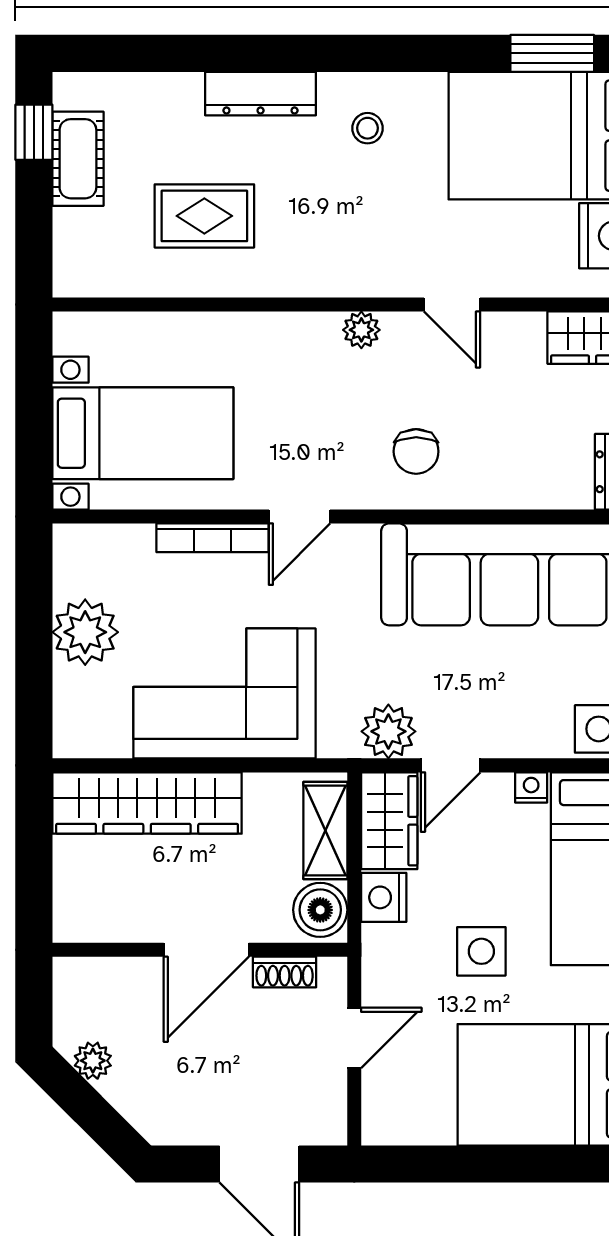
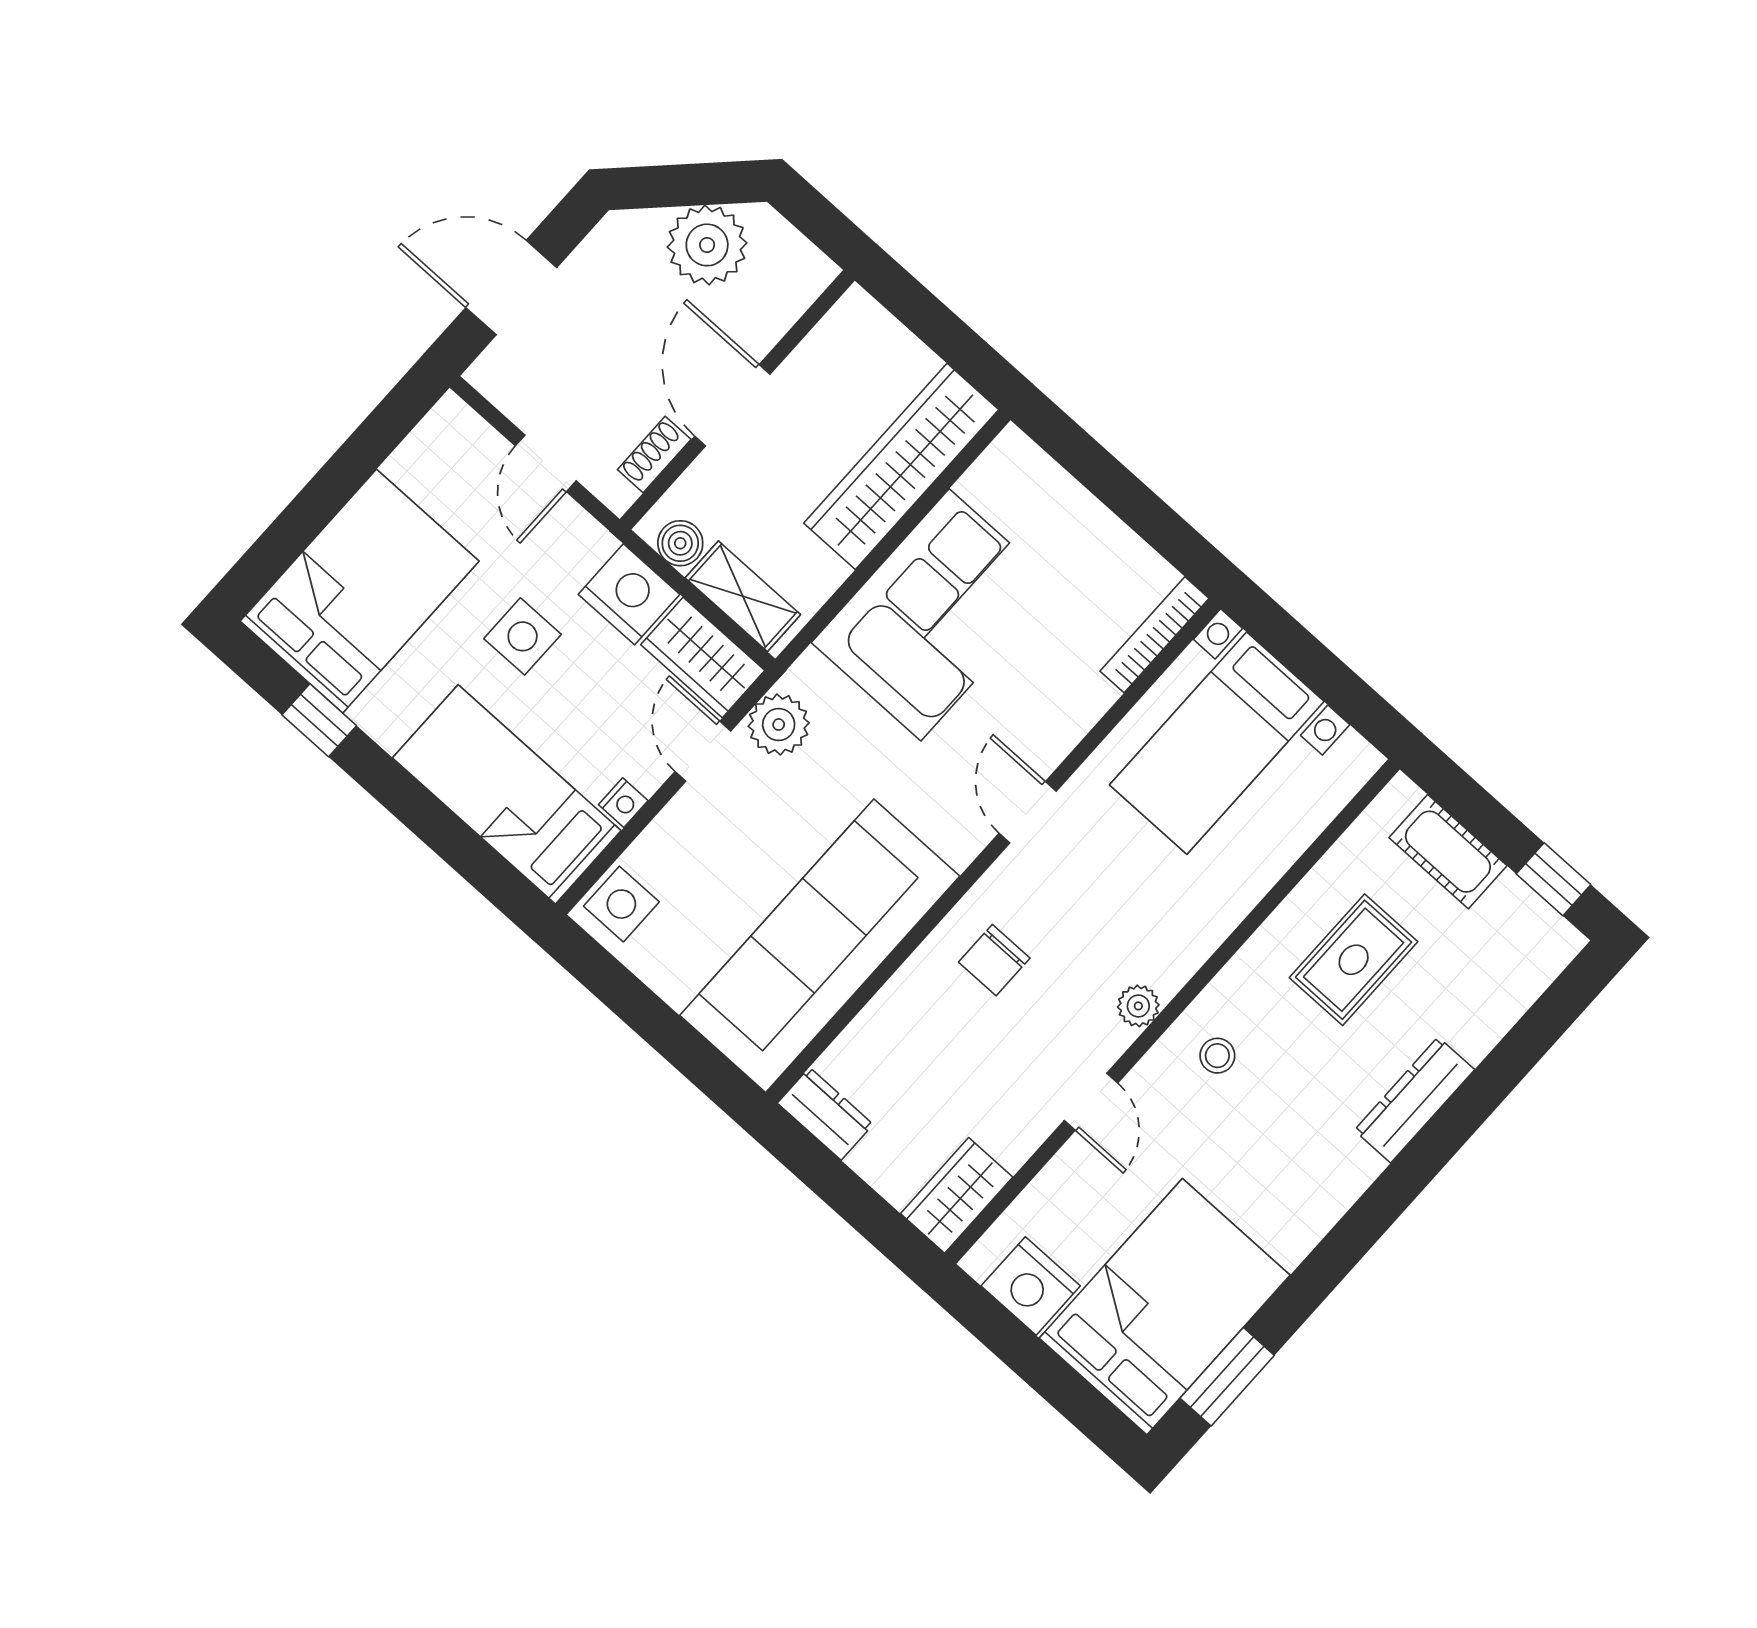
stool: (368, 128) -> (1217, 1056), moved
cot: (78, 159) -> (1448, 852), moved
door: (452, 305) -> (1091, 1102), swing flipped
chair: (416, 451) -> (994, 960), turned -90
bookcase: (212, 538) -> (1154, 635), moved
plant: (85, 632) -> (1092, 544), removed
nightstand: (384, 897) -> (629, 594), width x1.36, depth x1.33
boiler: (320, 910) -> (680, 543), width x0.73, depth x0.73
plant: (93, 1061) -> (707, 245), width x1.88, depth x1.88

